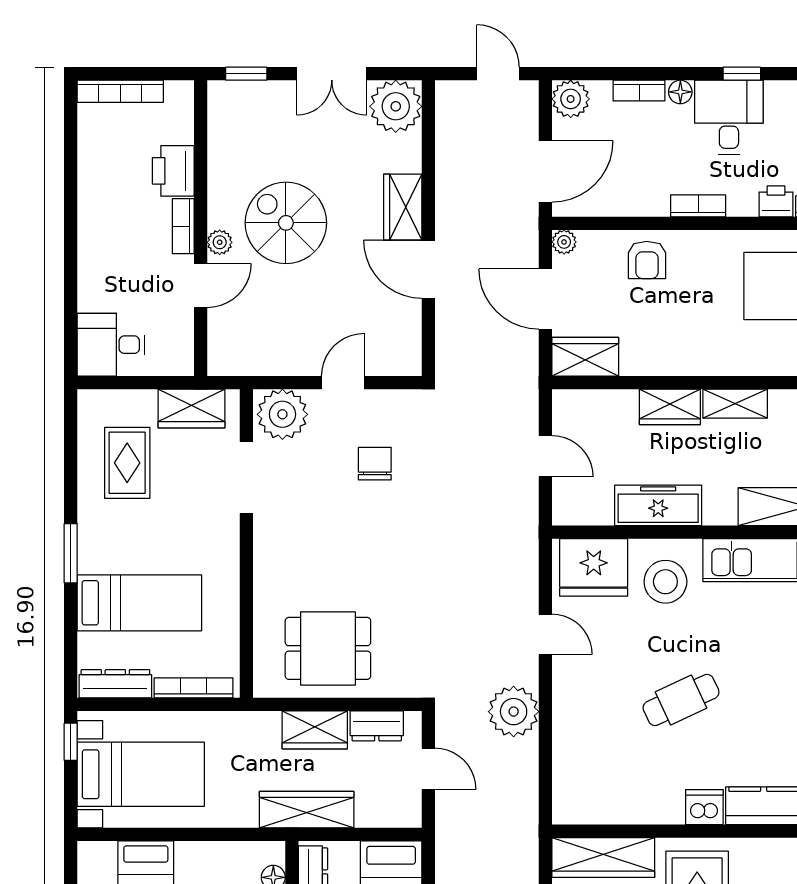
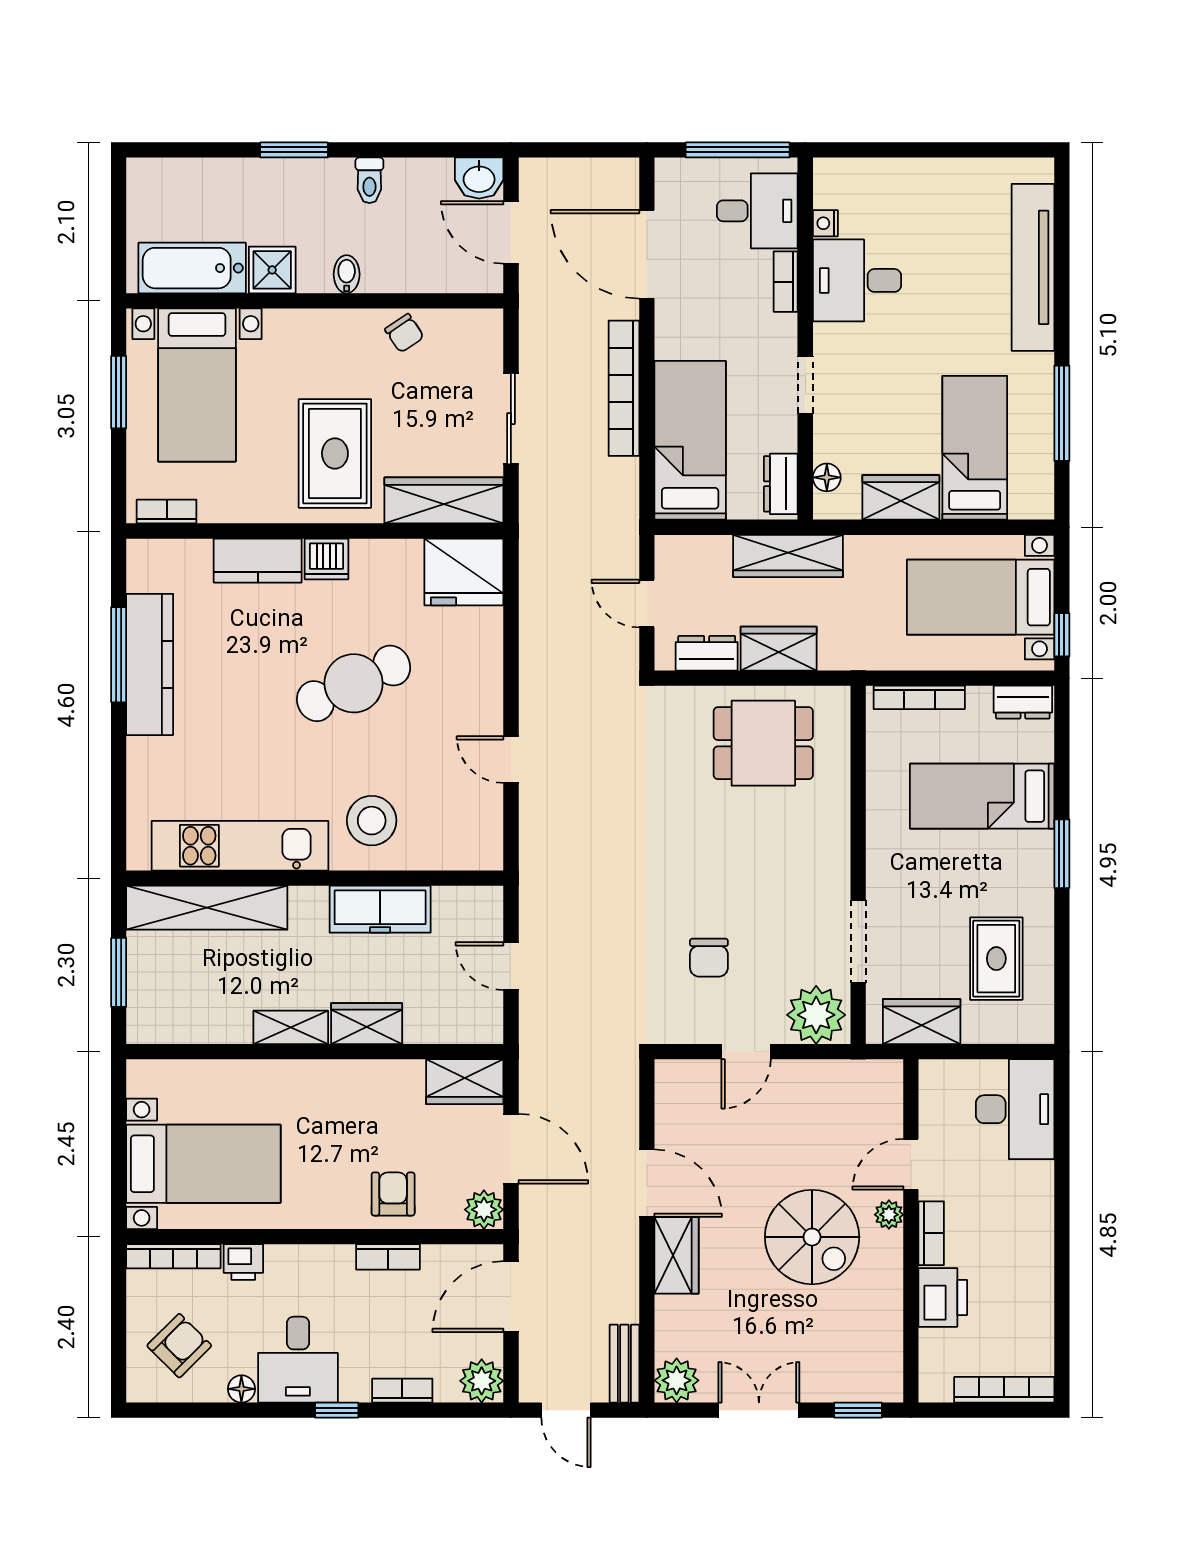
window: (742, 74) -> (337, 1410), moved
floor lamp: (680, 92) -> (241, 1389), moved
plant: (396, 106) -> (677, 1380), width x0.73, depth x0.73
bench: (448, 114) -> (624, 1364), added
bookcase: (698, 206) -> (388, 1257), moved
plant: (564, 242) -> (484, 1210), width x1.38, depth x1.38
desk: (111, 345) -> (1015, 1109), width x1.37
fridge: (594, 567) -> (464, 572), moved, turned 180
dresser: (115, 684) -> (1023, 702), width x0.70
cafe table: (681, 700) -> (354, 683), width x1.37, depth x1.35
plant: (514, 712) -> (548, 670), removed
wardrobe: (209, 860) -> (901, 497), added

